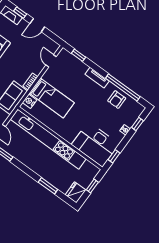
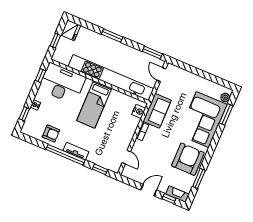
window: (123, 88) -> (65, 155), moved
bed: (52, 98) -> (94, 104), moved, turned -90
armchair: (117, 100) -> (51, 134), turned 90
window: (48, 186) -> (112, 36), moved

